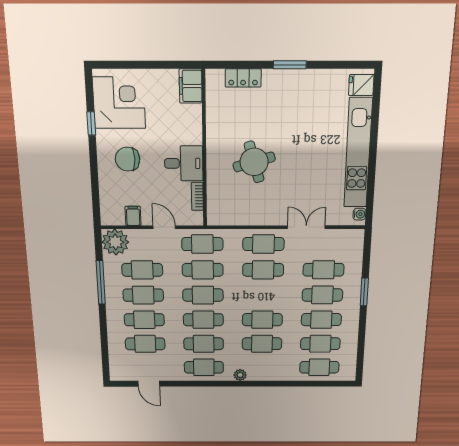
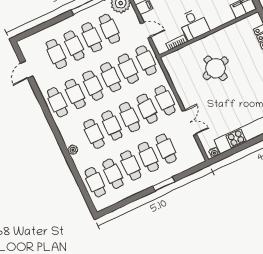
door: (164, 227) -> (146, 30), hinge flipped
cafe table: (263, 295) -> (129, 117), added
plant: (240, 375) -> (73, 150), moved

